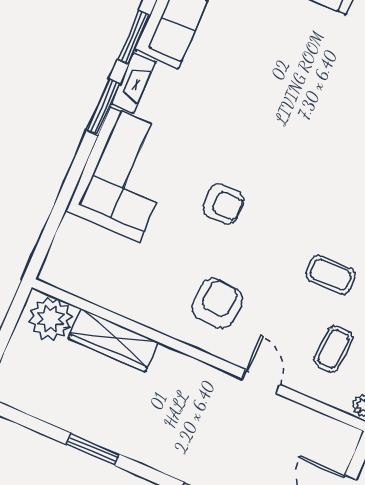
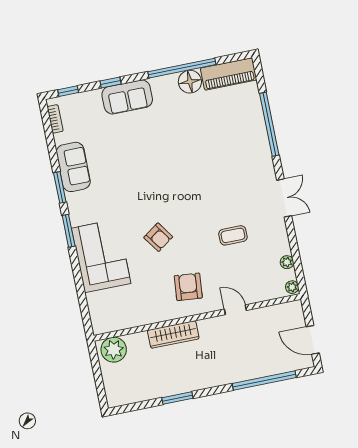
fireplace: (133, 83) -> (75, 209), removed
armchair: (223, 204) -> (158, 237), turned 55
wardrobe: (113, 340) -> (173, 334), moved
coffee table: (333, 349) -> (259, 270), removed

